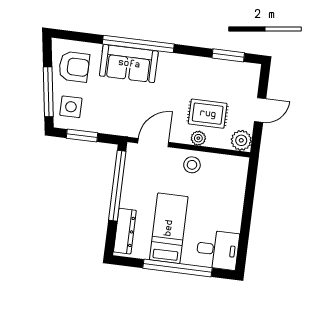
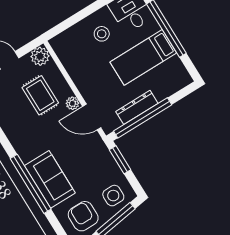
window: (82, 135) -> (120, 160), moved
plant: (198, 138) -> (72, 103), moved
stool: (192, 165) -> (102, 34), moved
dresser: (125, 231) -> (137, 107), moved

